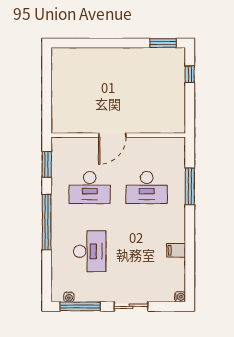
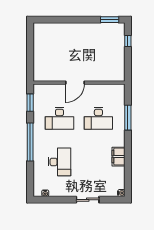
filing cabinet: (176, 250) -> (118, 157), width x2.00
window: (80, 306) -> (53, 200), removed

